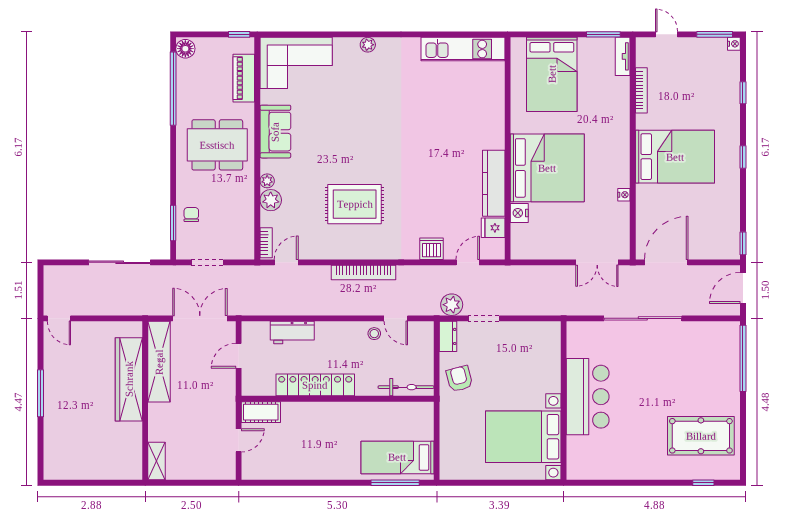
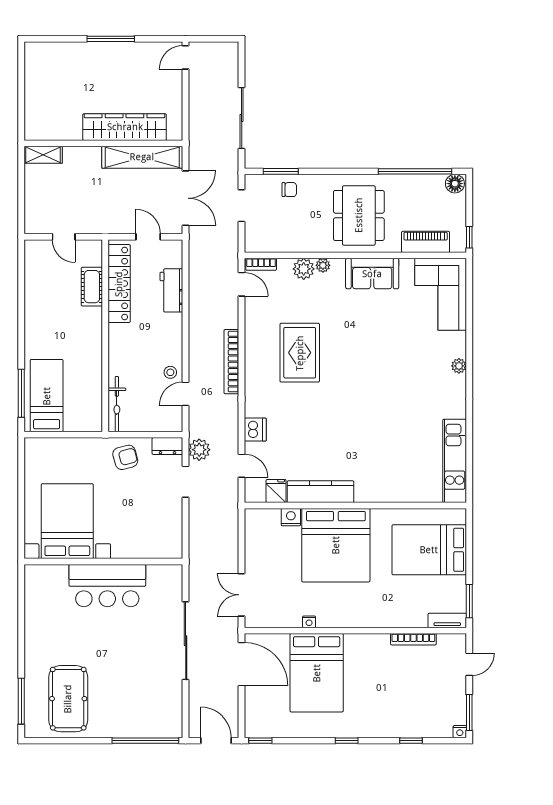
bed: (675, 157) -> (317, 673), moved
locker: (315, 385) -> (119, 284), moved
cot: (261, 412) -> (92, 287), moved
window: (703, 483) -> (21, 701), width x2.17

